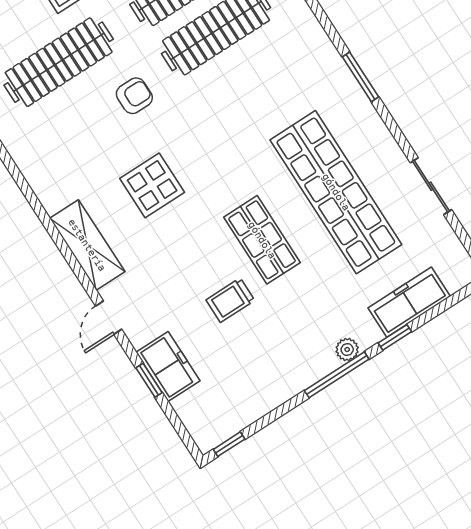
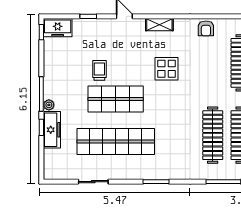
armchair: (134, 96) -> (206, 28), moved
shop shelf: (262, 240) -> (116, 99), width x1.43, depth x1.36
shelving: (87, 245) -> (159, 25), width x0.67, depth x0.75
freezer: (409, 302) -> (52, 130), moved
freezer: (168, 367) -> (58, 28), moved

